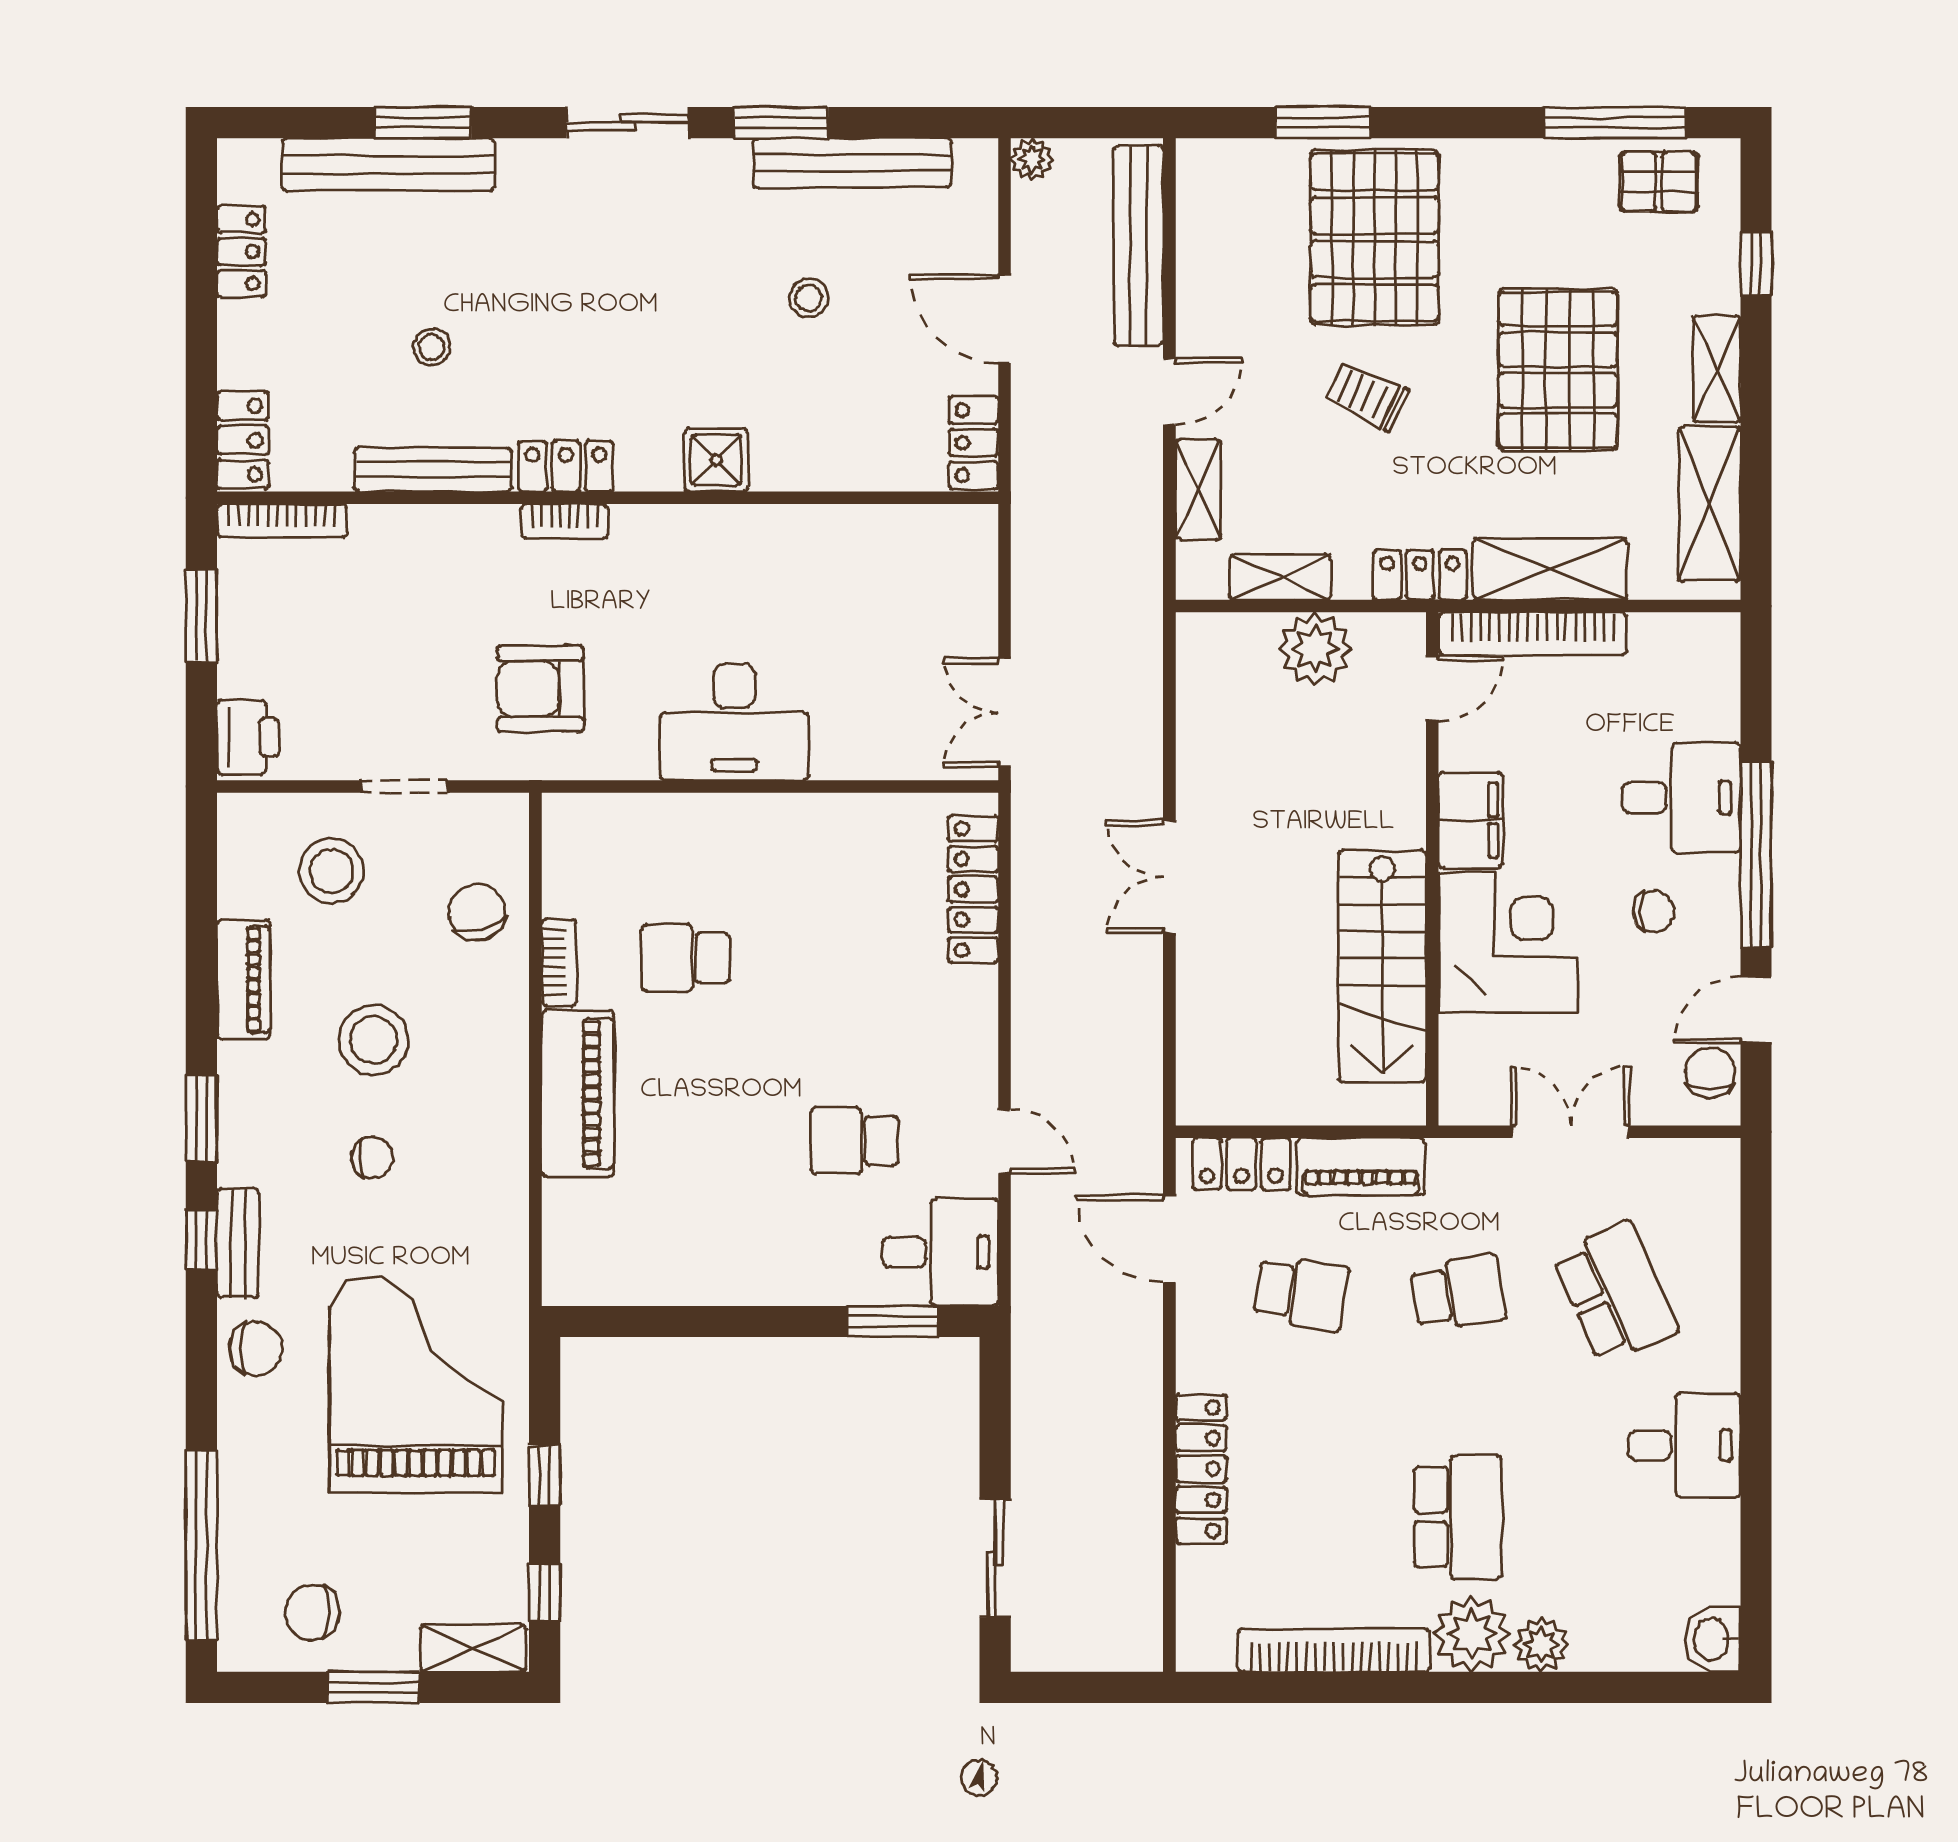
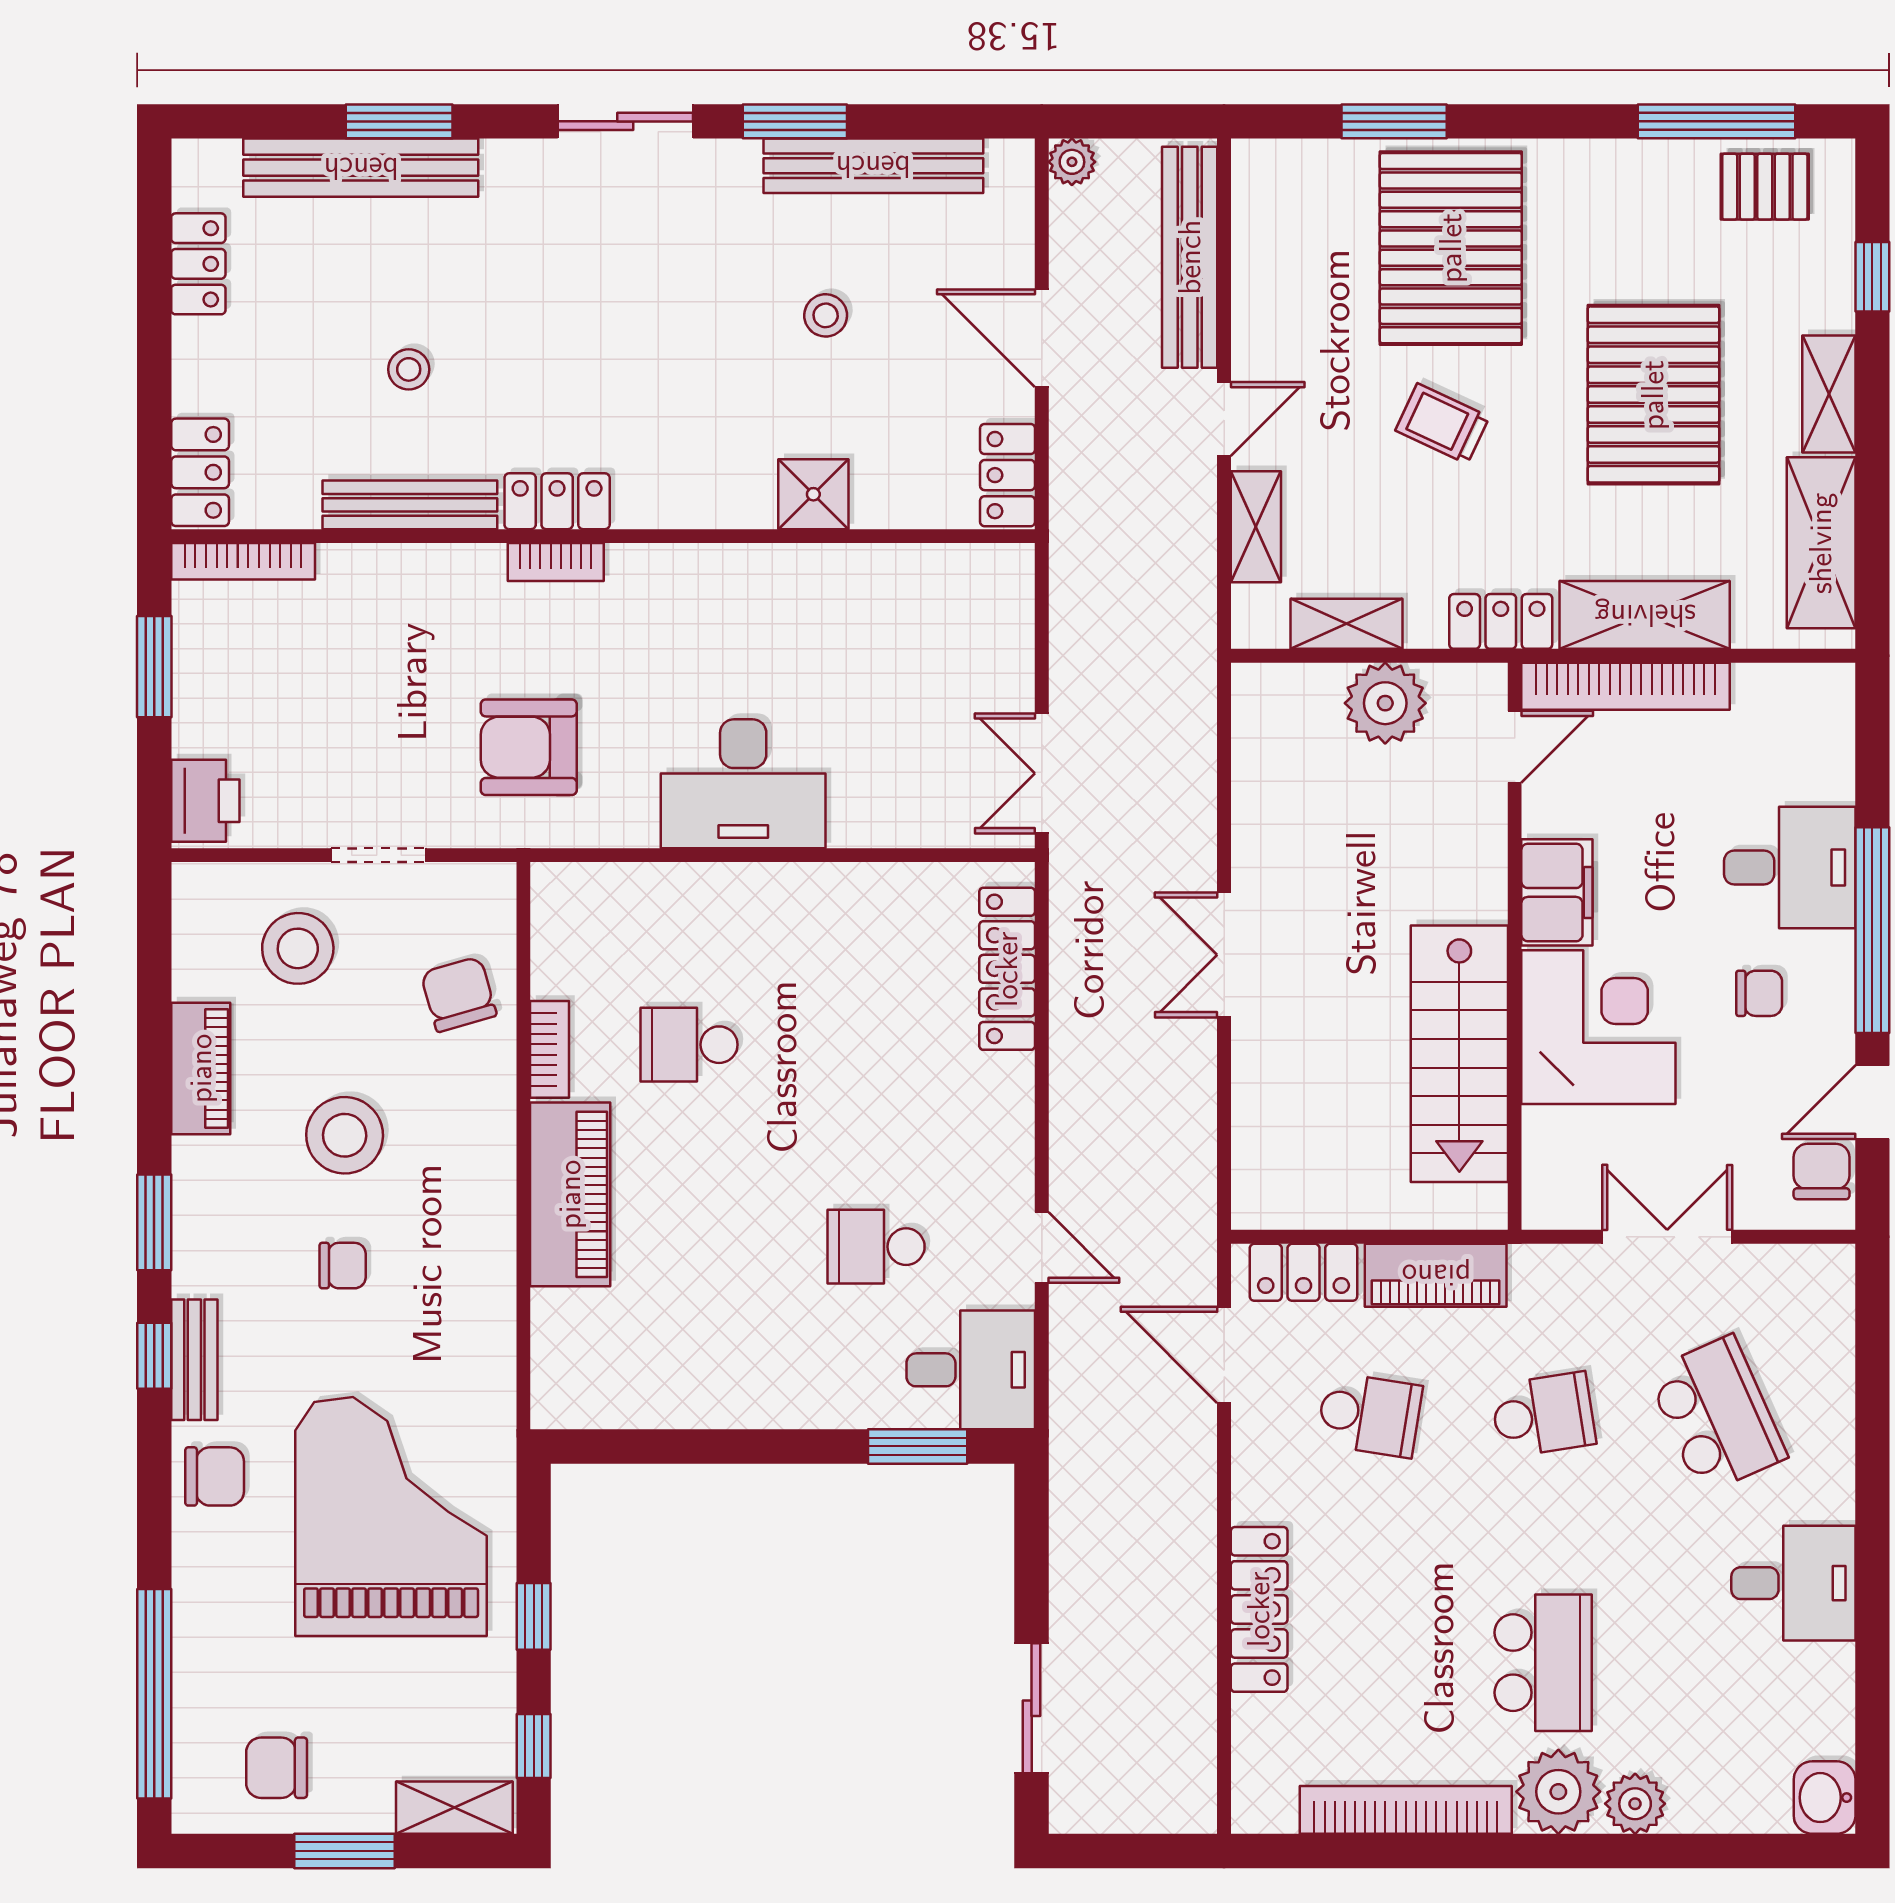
shower: (716, 460) -> (813, 494), moved

